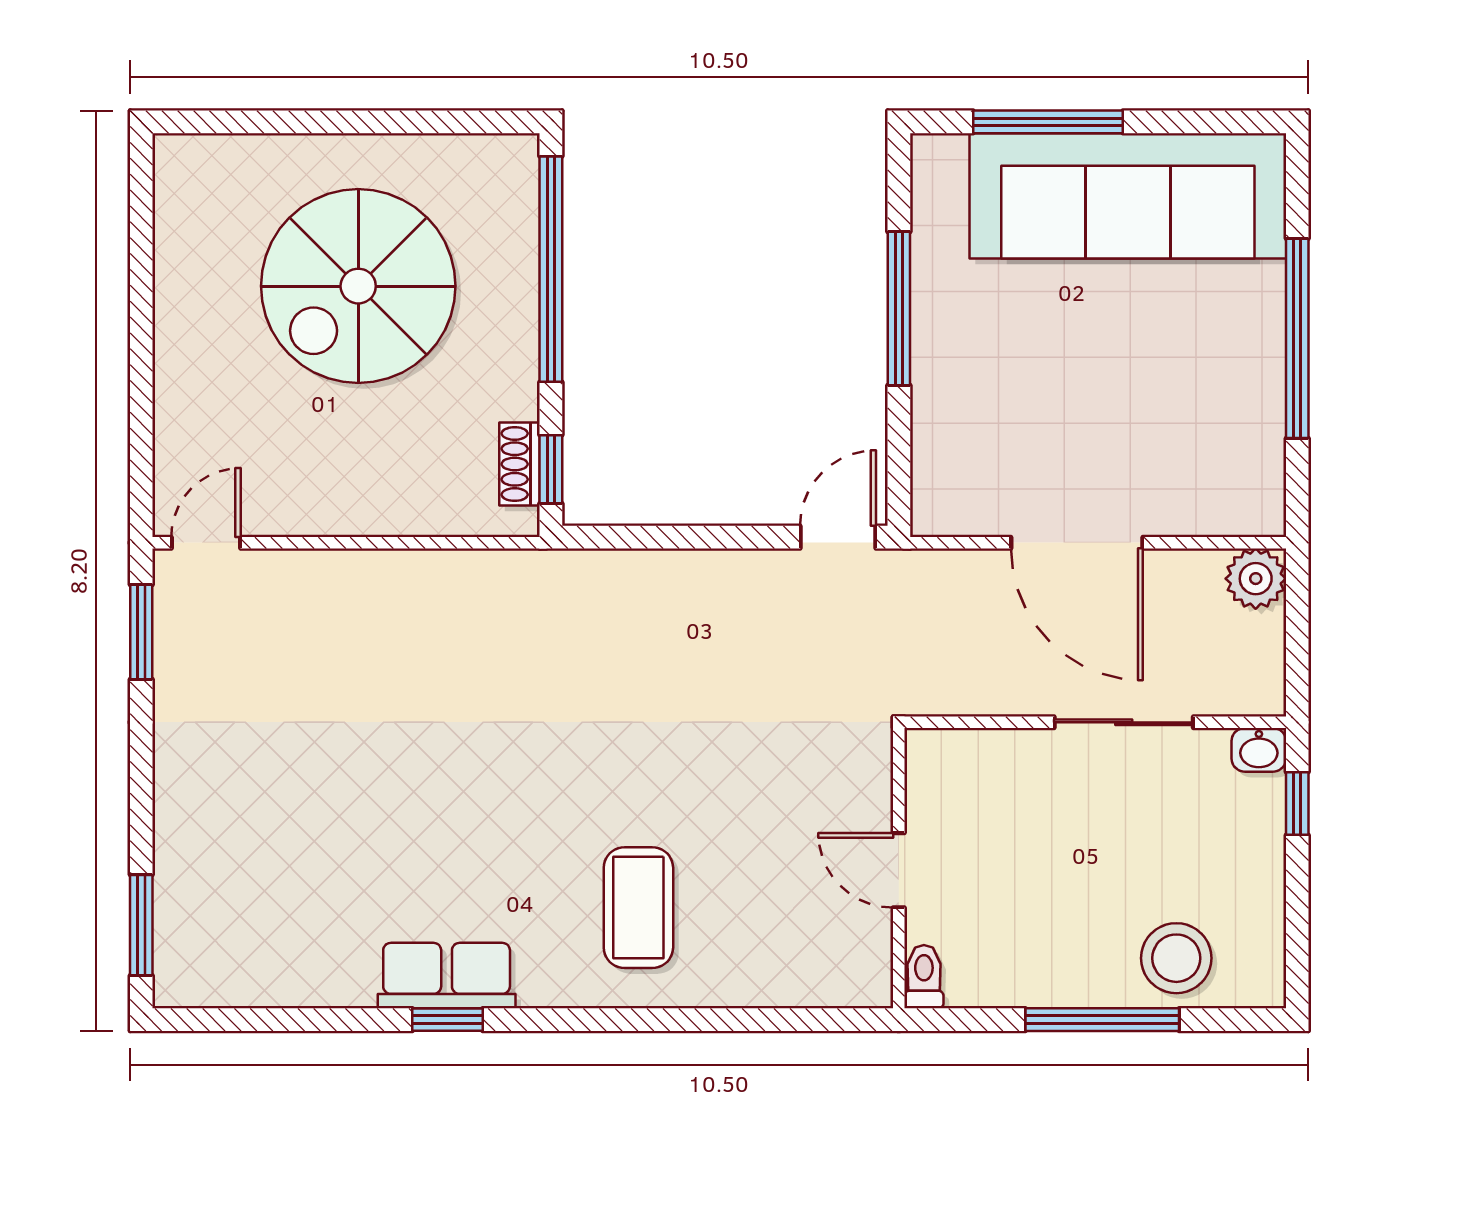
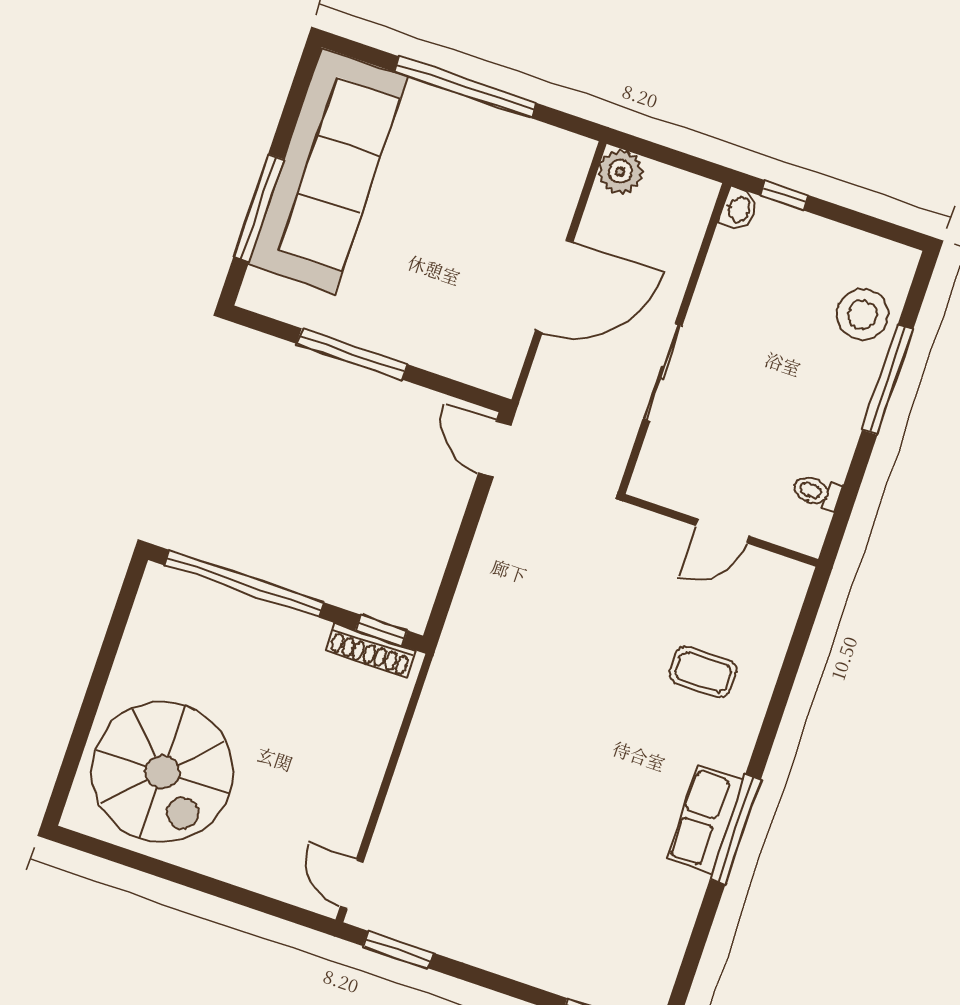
spiral stairs: (358, 286) -> (162, 772), moved
shoe rack: (519, 464) -> (371, 651), width x1.43
sliding door: (1124, 722) -> (662, 372), moved
wall: (899, 868) -> (721, 530), moved
door: (899, 870) -> (722, 531), moved
coffee table: (638, 908) -> (703, 672), width x0.73, depth x0.77
window: (447, 1020) -> (735, 829), width x2.17

